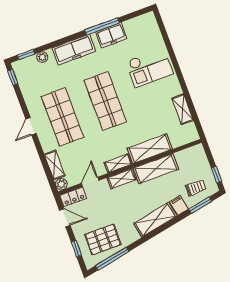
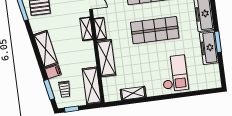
window: (102, 26) -> (218, 42), width x0.69
freezer: (111, 35) -> (209, 48), width x1.40
checkout: (149, 68) -> (174, 73), turned 180
shelving: (156, 169) -> (92, 86), moved

